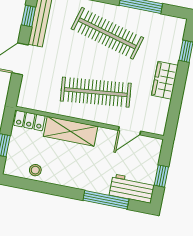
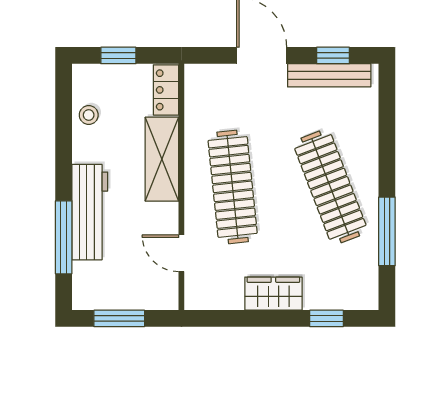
clothes rail: (107, 33) -> (330, 187), turned -36
window: (161, 176) -> (119, 318), width x1.50
workbench: (132, 189) -> (90, 212), moved, width x1.38

